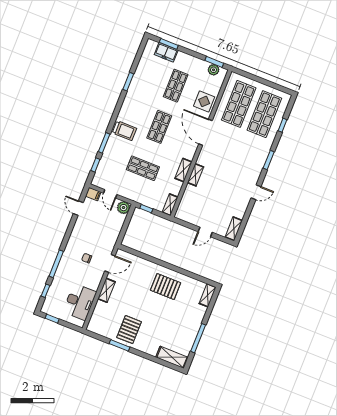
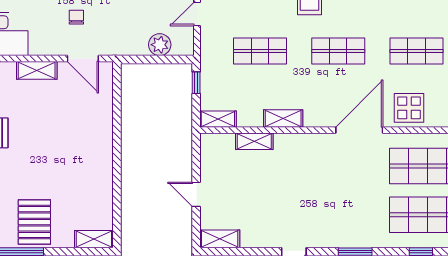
shop shelf: (143, 168) -> (260, 51), turned 90
shelving: (196, 175) -> (254, 141), moved
plant: (124, 208) -> (160, 45), moved
pallet: (166, 286) -> (34, 222), moved

